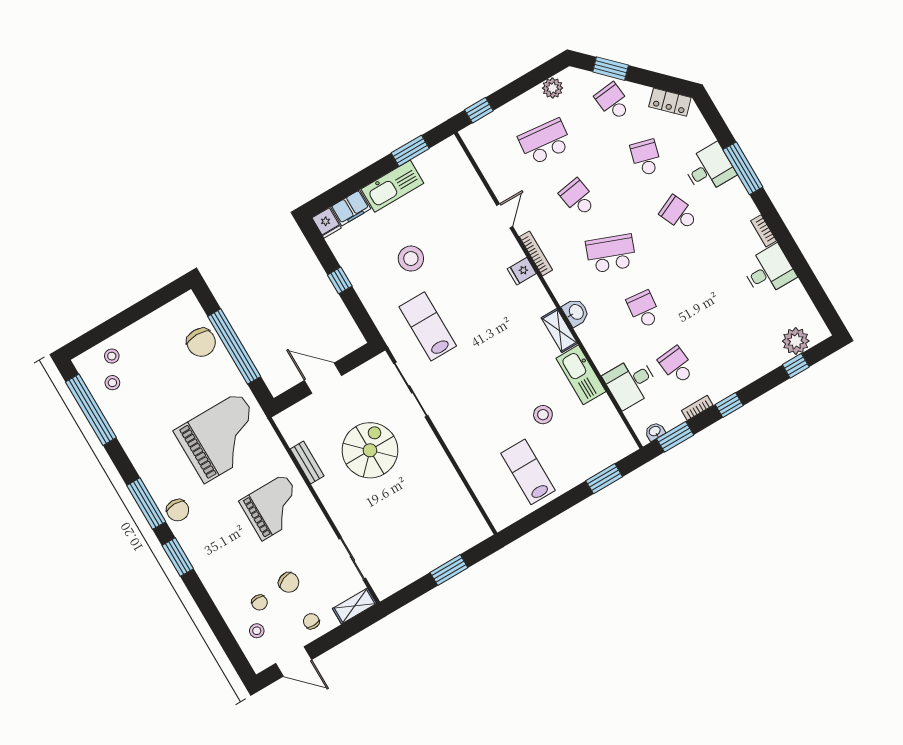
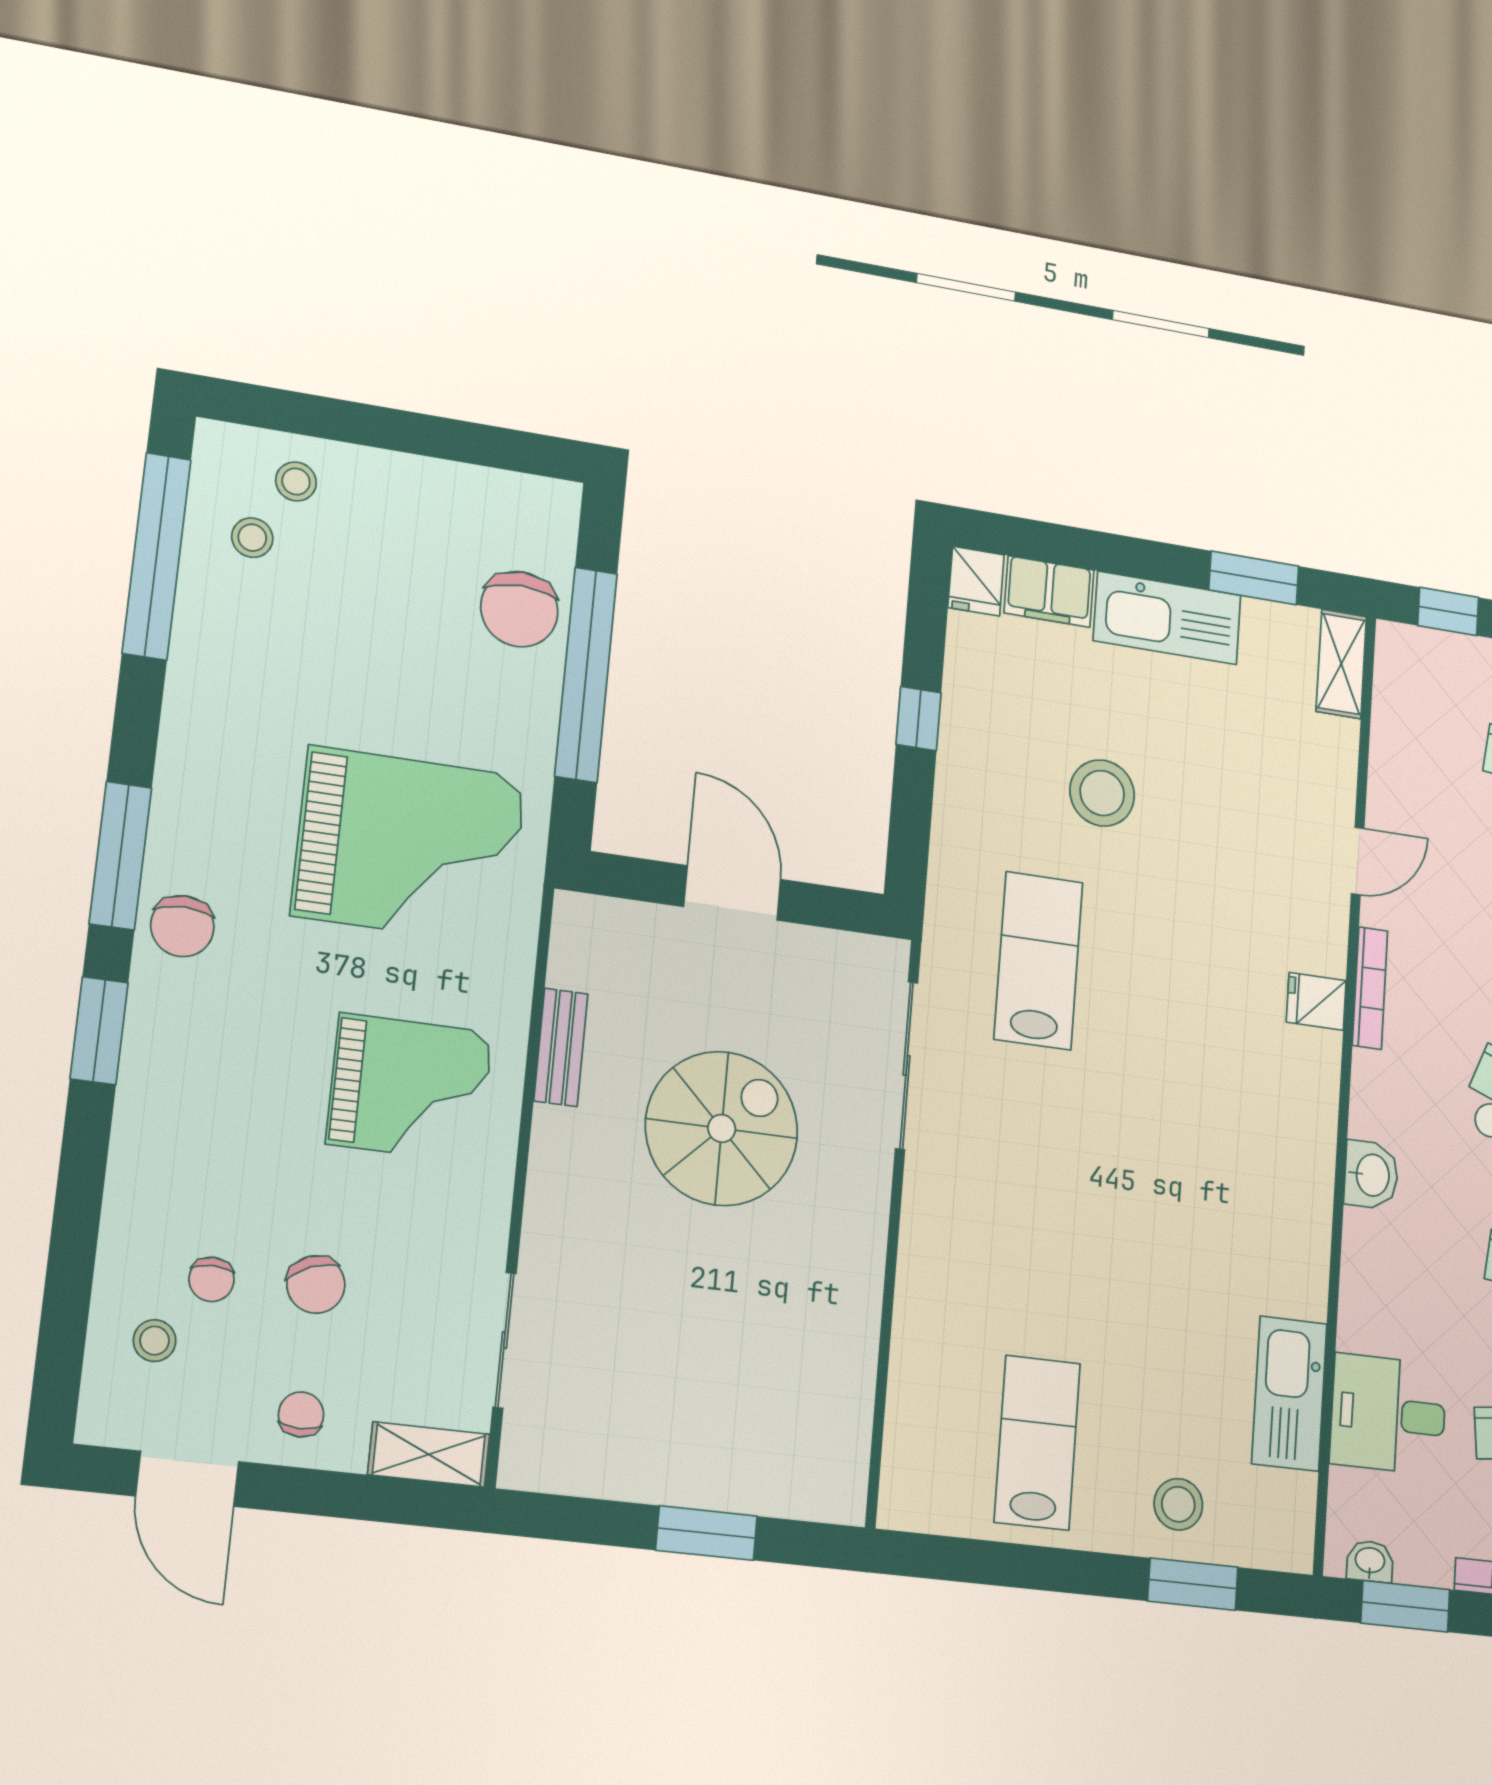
shelving: (559, 331) -> (1341, 664), moved
kitchen sink: (581, 375) -> (1289, 1393), moved
stool: (543, 415) -> (1178, 1504), moved

